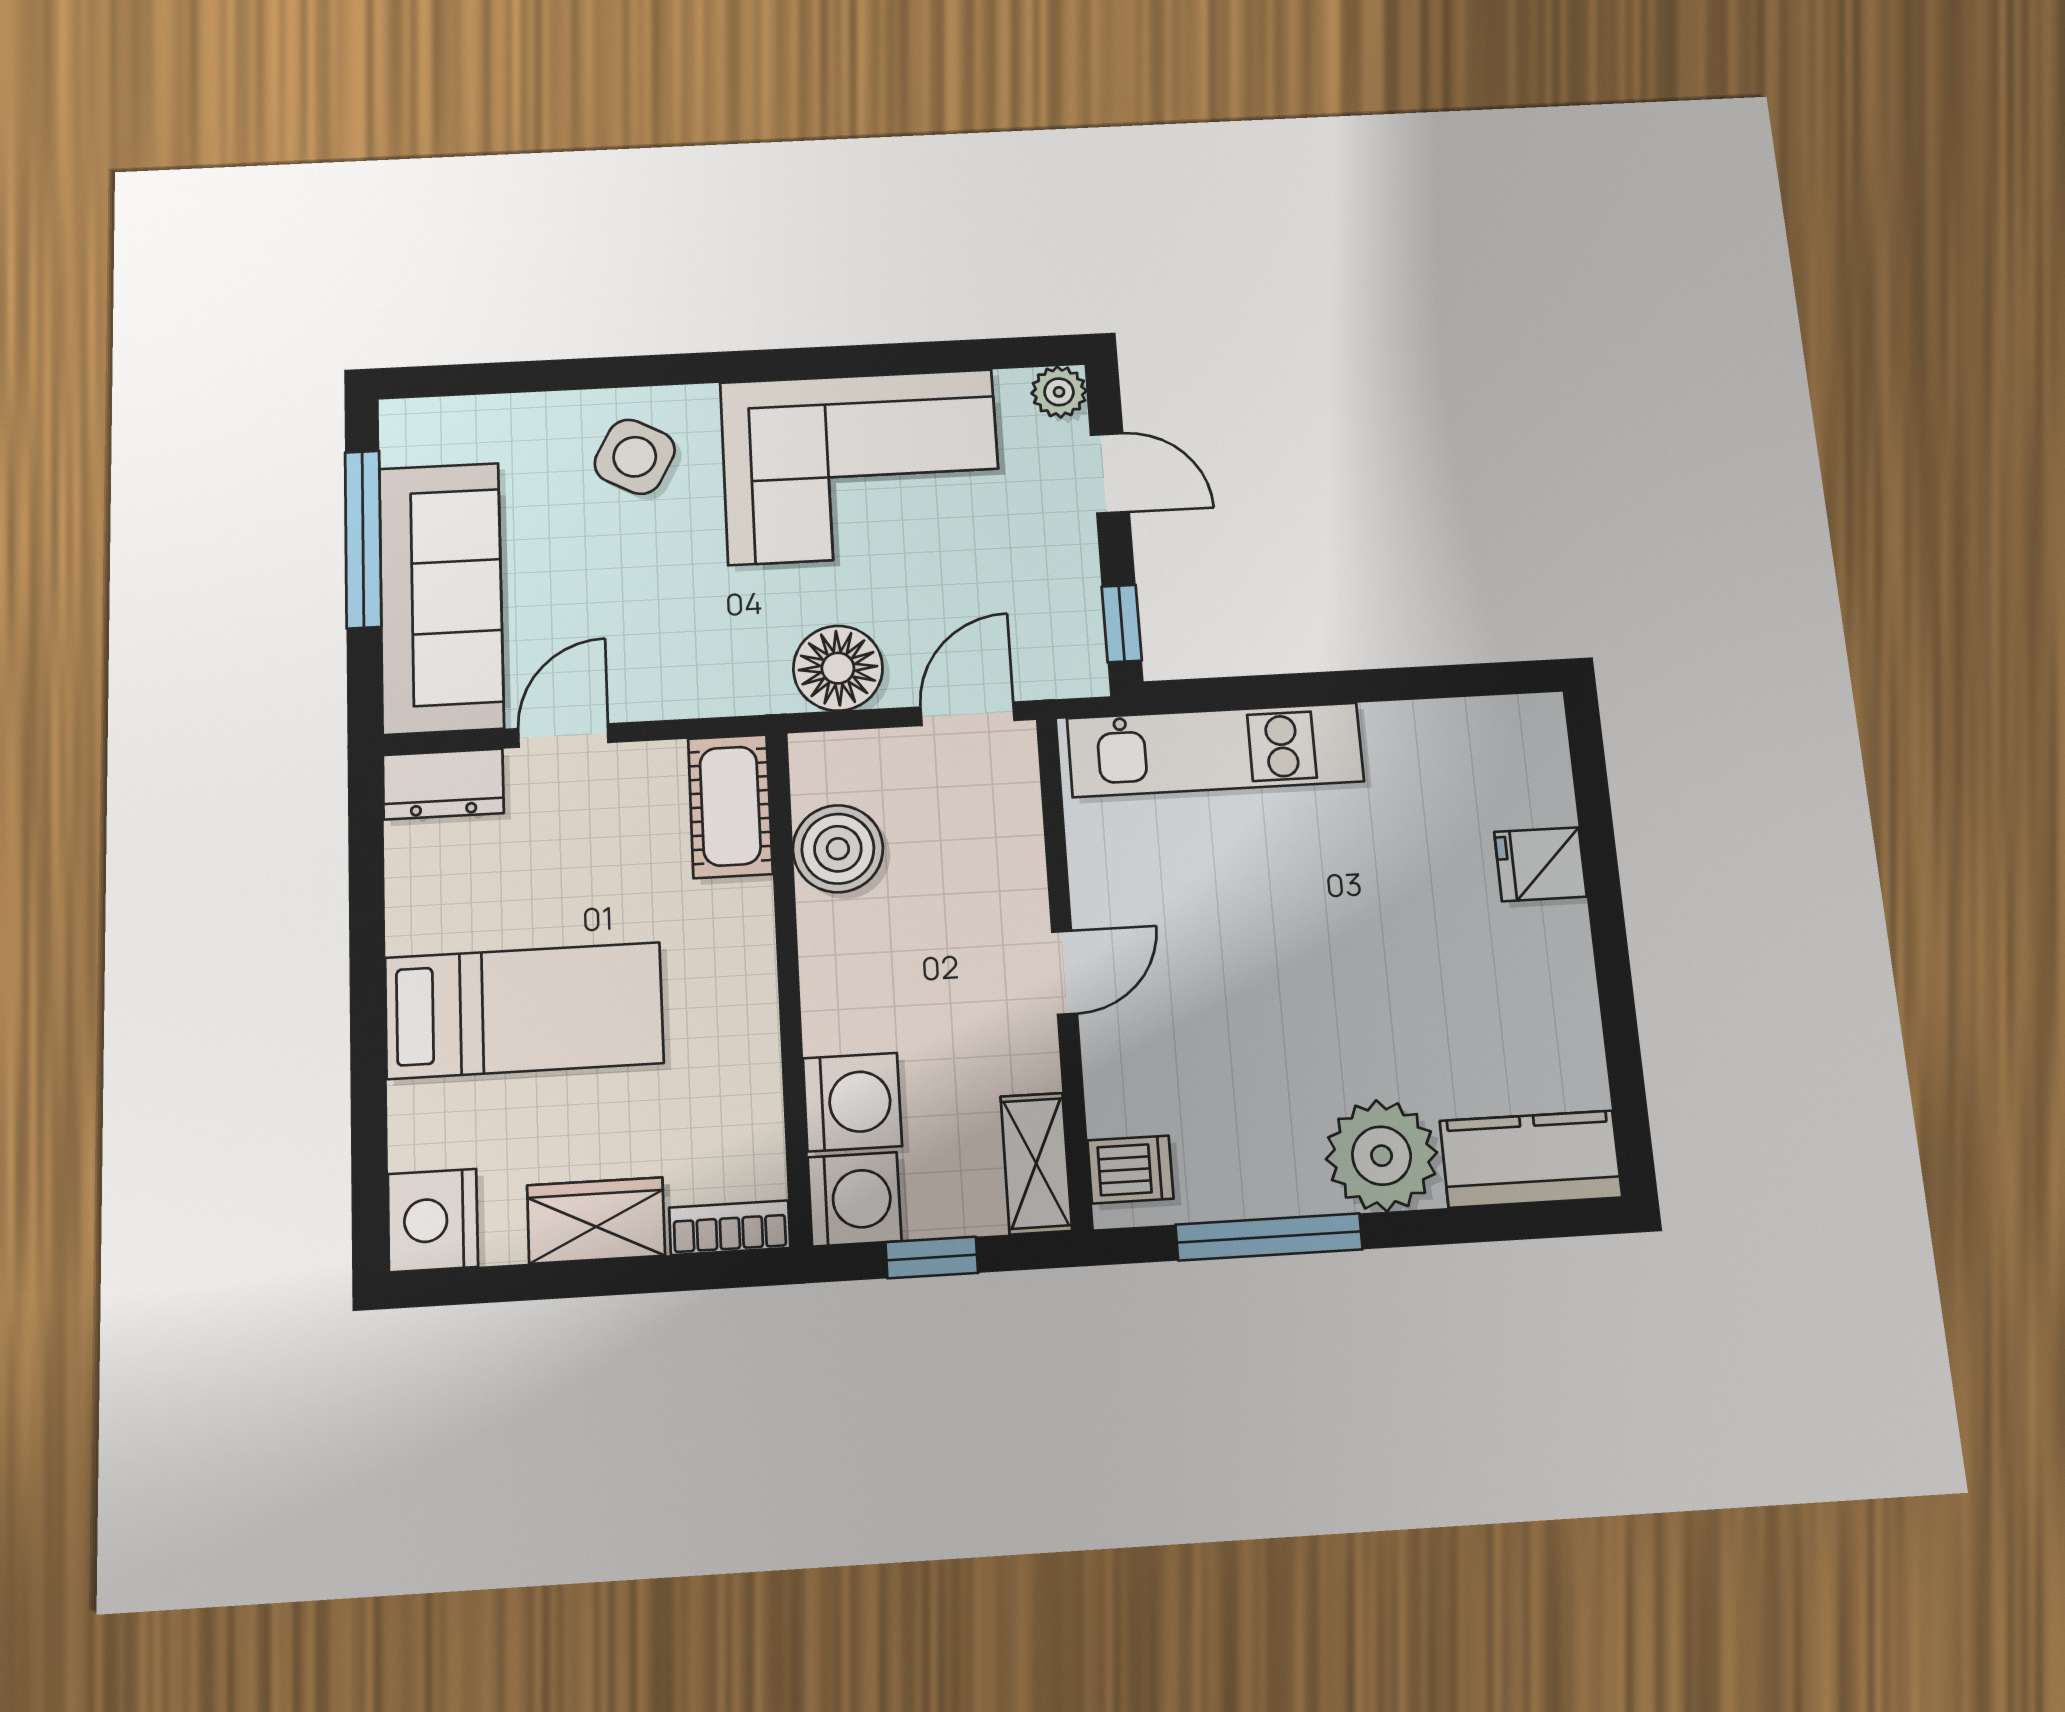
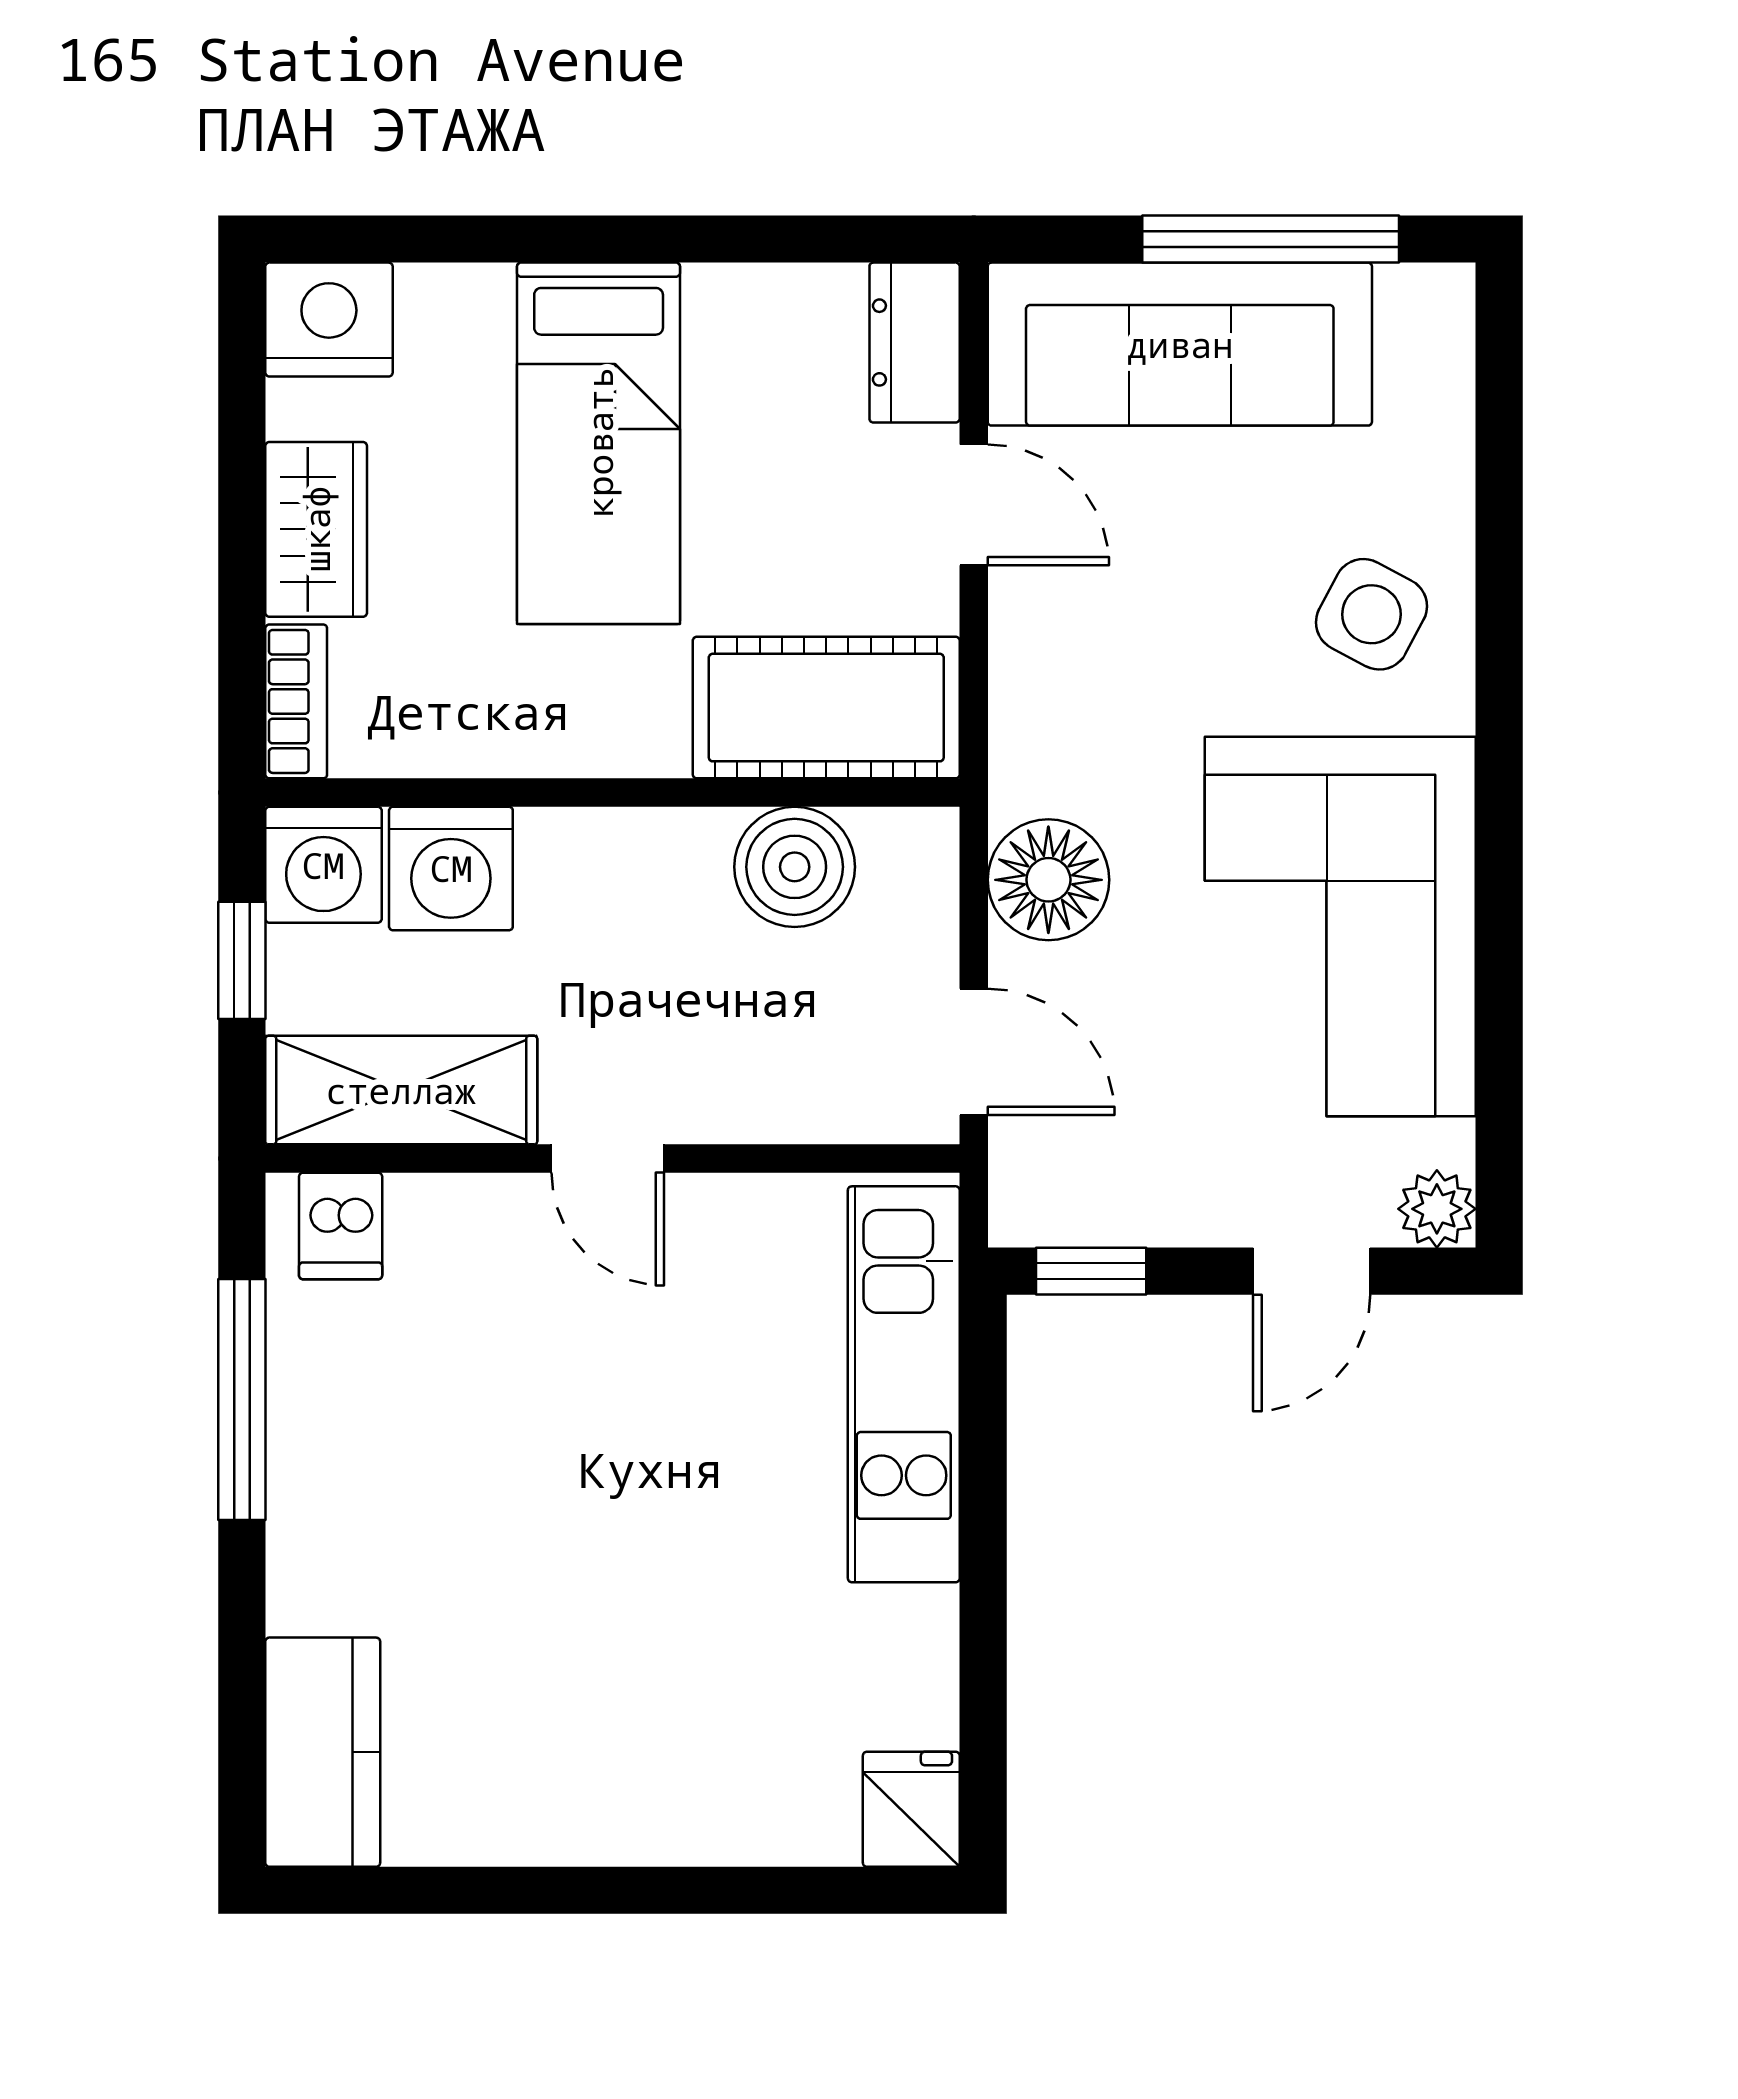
cot: (730, 806) -> (826, 708), width x1.37, depth x1.34
fridge: (1540, 864) -> (911, 1809), moved
plant: (1382, 1156) -> (339, 1556), removed
shelving: (1036, 1163) -> (401, 1090), width x1.50, depth x1.33

